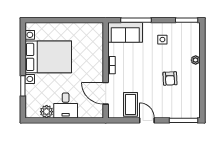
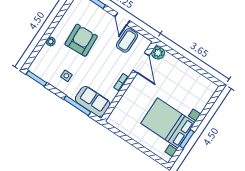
armchair: (170, 79) -> (81, 40), width x1.88, depth x1.88
window: (23, 86) -> (187, 139), moved
desk: (66, 105) -> (180, 75), removed
plant: (47, 112) -> (158, 53), moved

